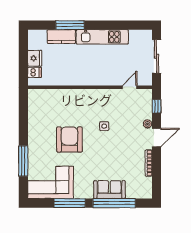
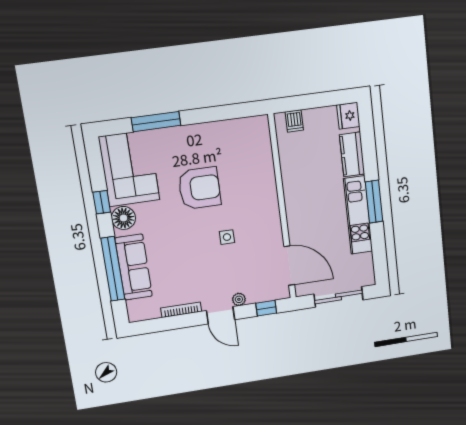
window: (70, 25) -> (374, 202), moved
fridge: (35, 58) -> (348, 116), moved, turned 90
door: (130, 87) -> (289, 266), width x1.88
sofa: (109, 190) -> (134, 267), width x1.36
floor lamp: (82, 191) -> (123, 218), added
window: (70, 203) -> (102, 202), width x0.46

